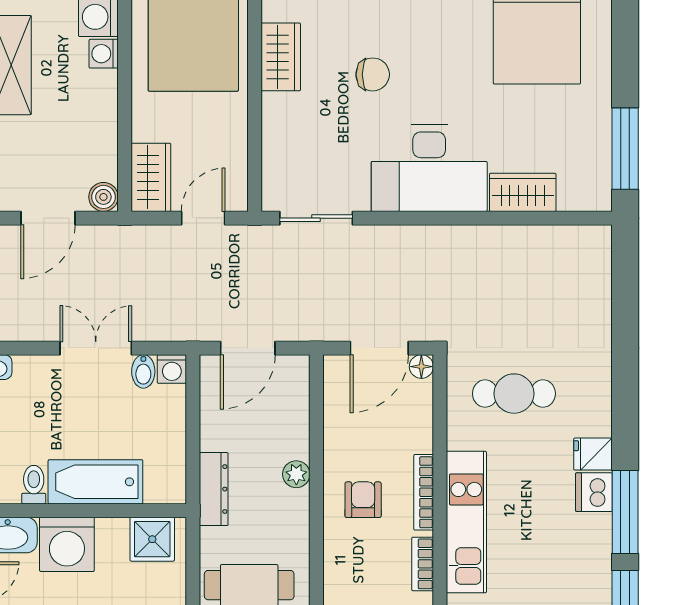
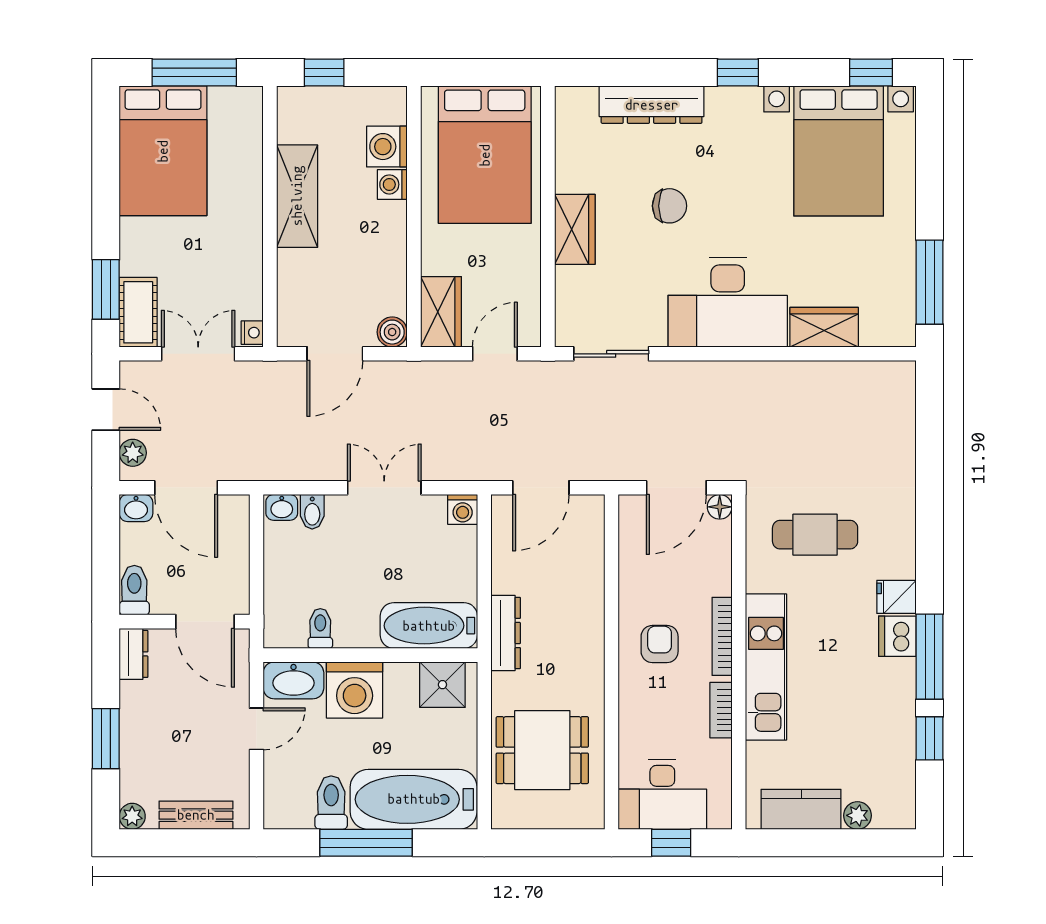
wardrobe: (281, 57) -> (575, 229), moved
bidet: (143, 371) -> (312, 512), moved
plant: (296, 474) -> (591, 618), removed
bathtub: (95, 482) -> (429, 626), moved

